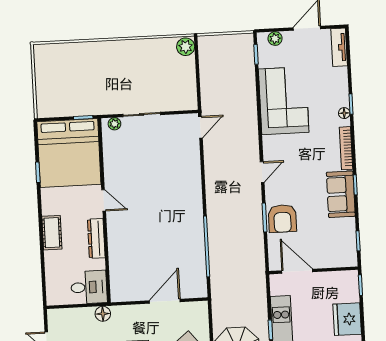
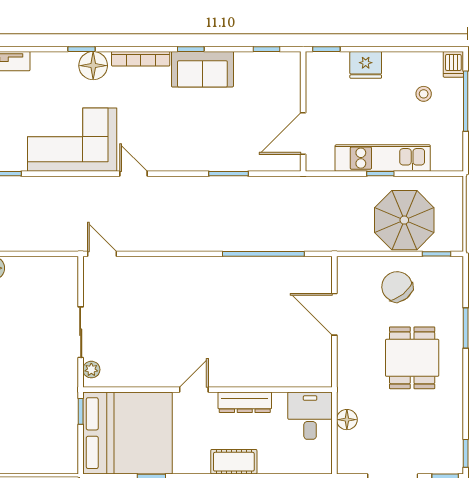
floor lamp: (344, 113) -> (93, 66), width x1.89, depth x1.89
door: (262, 172) -> (133, 174), moved
armchair: (282, 218) -> (231, 150), removed
floor lamp: (103, 314) -> (347, 420), moved
fridge: (347, 319) -> (366, 65), width x0.73, depth x0.75

